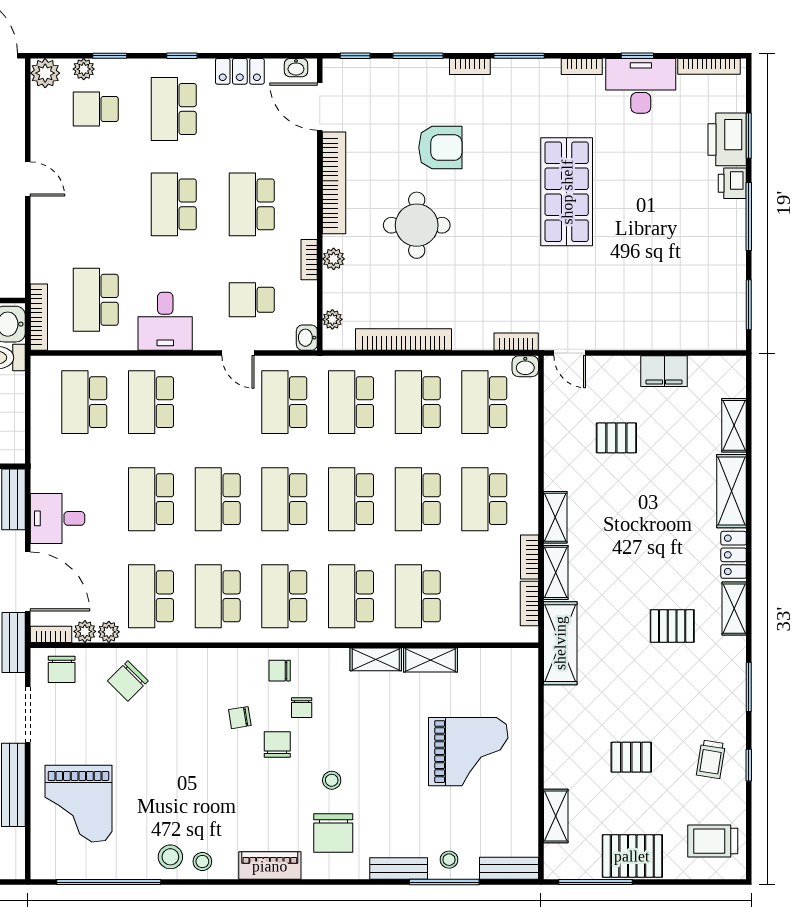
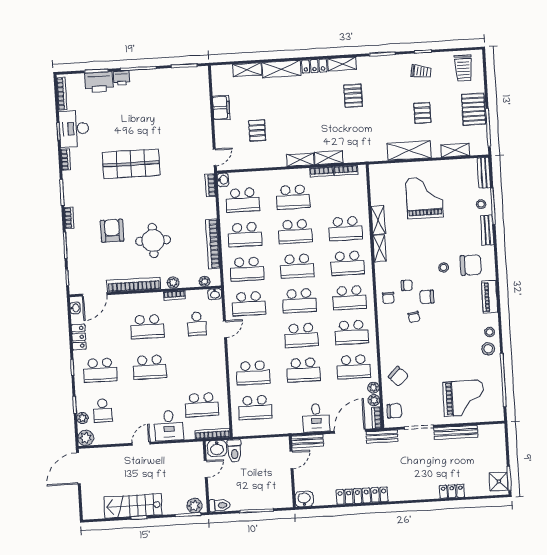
desk: (165, 321) -> (169, 425), moved, turned 90
shelving: (560, 643) -> (409, 151), moved

